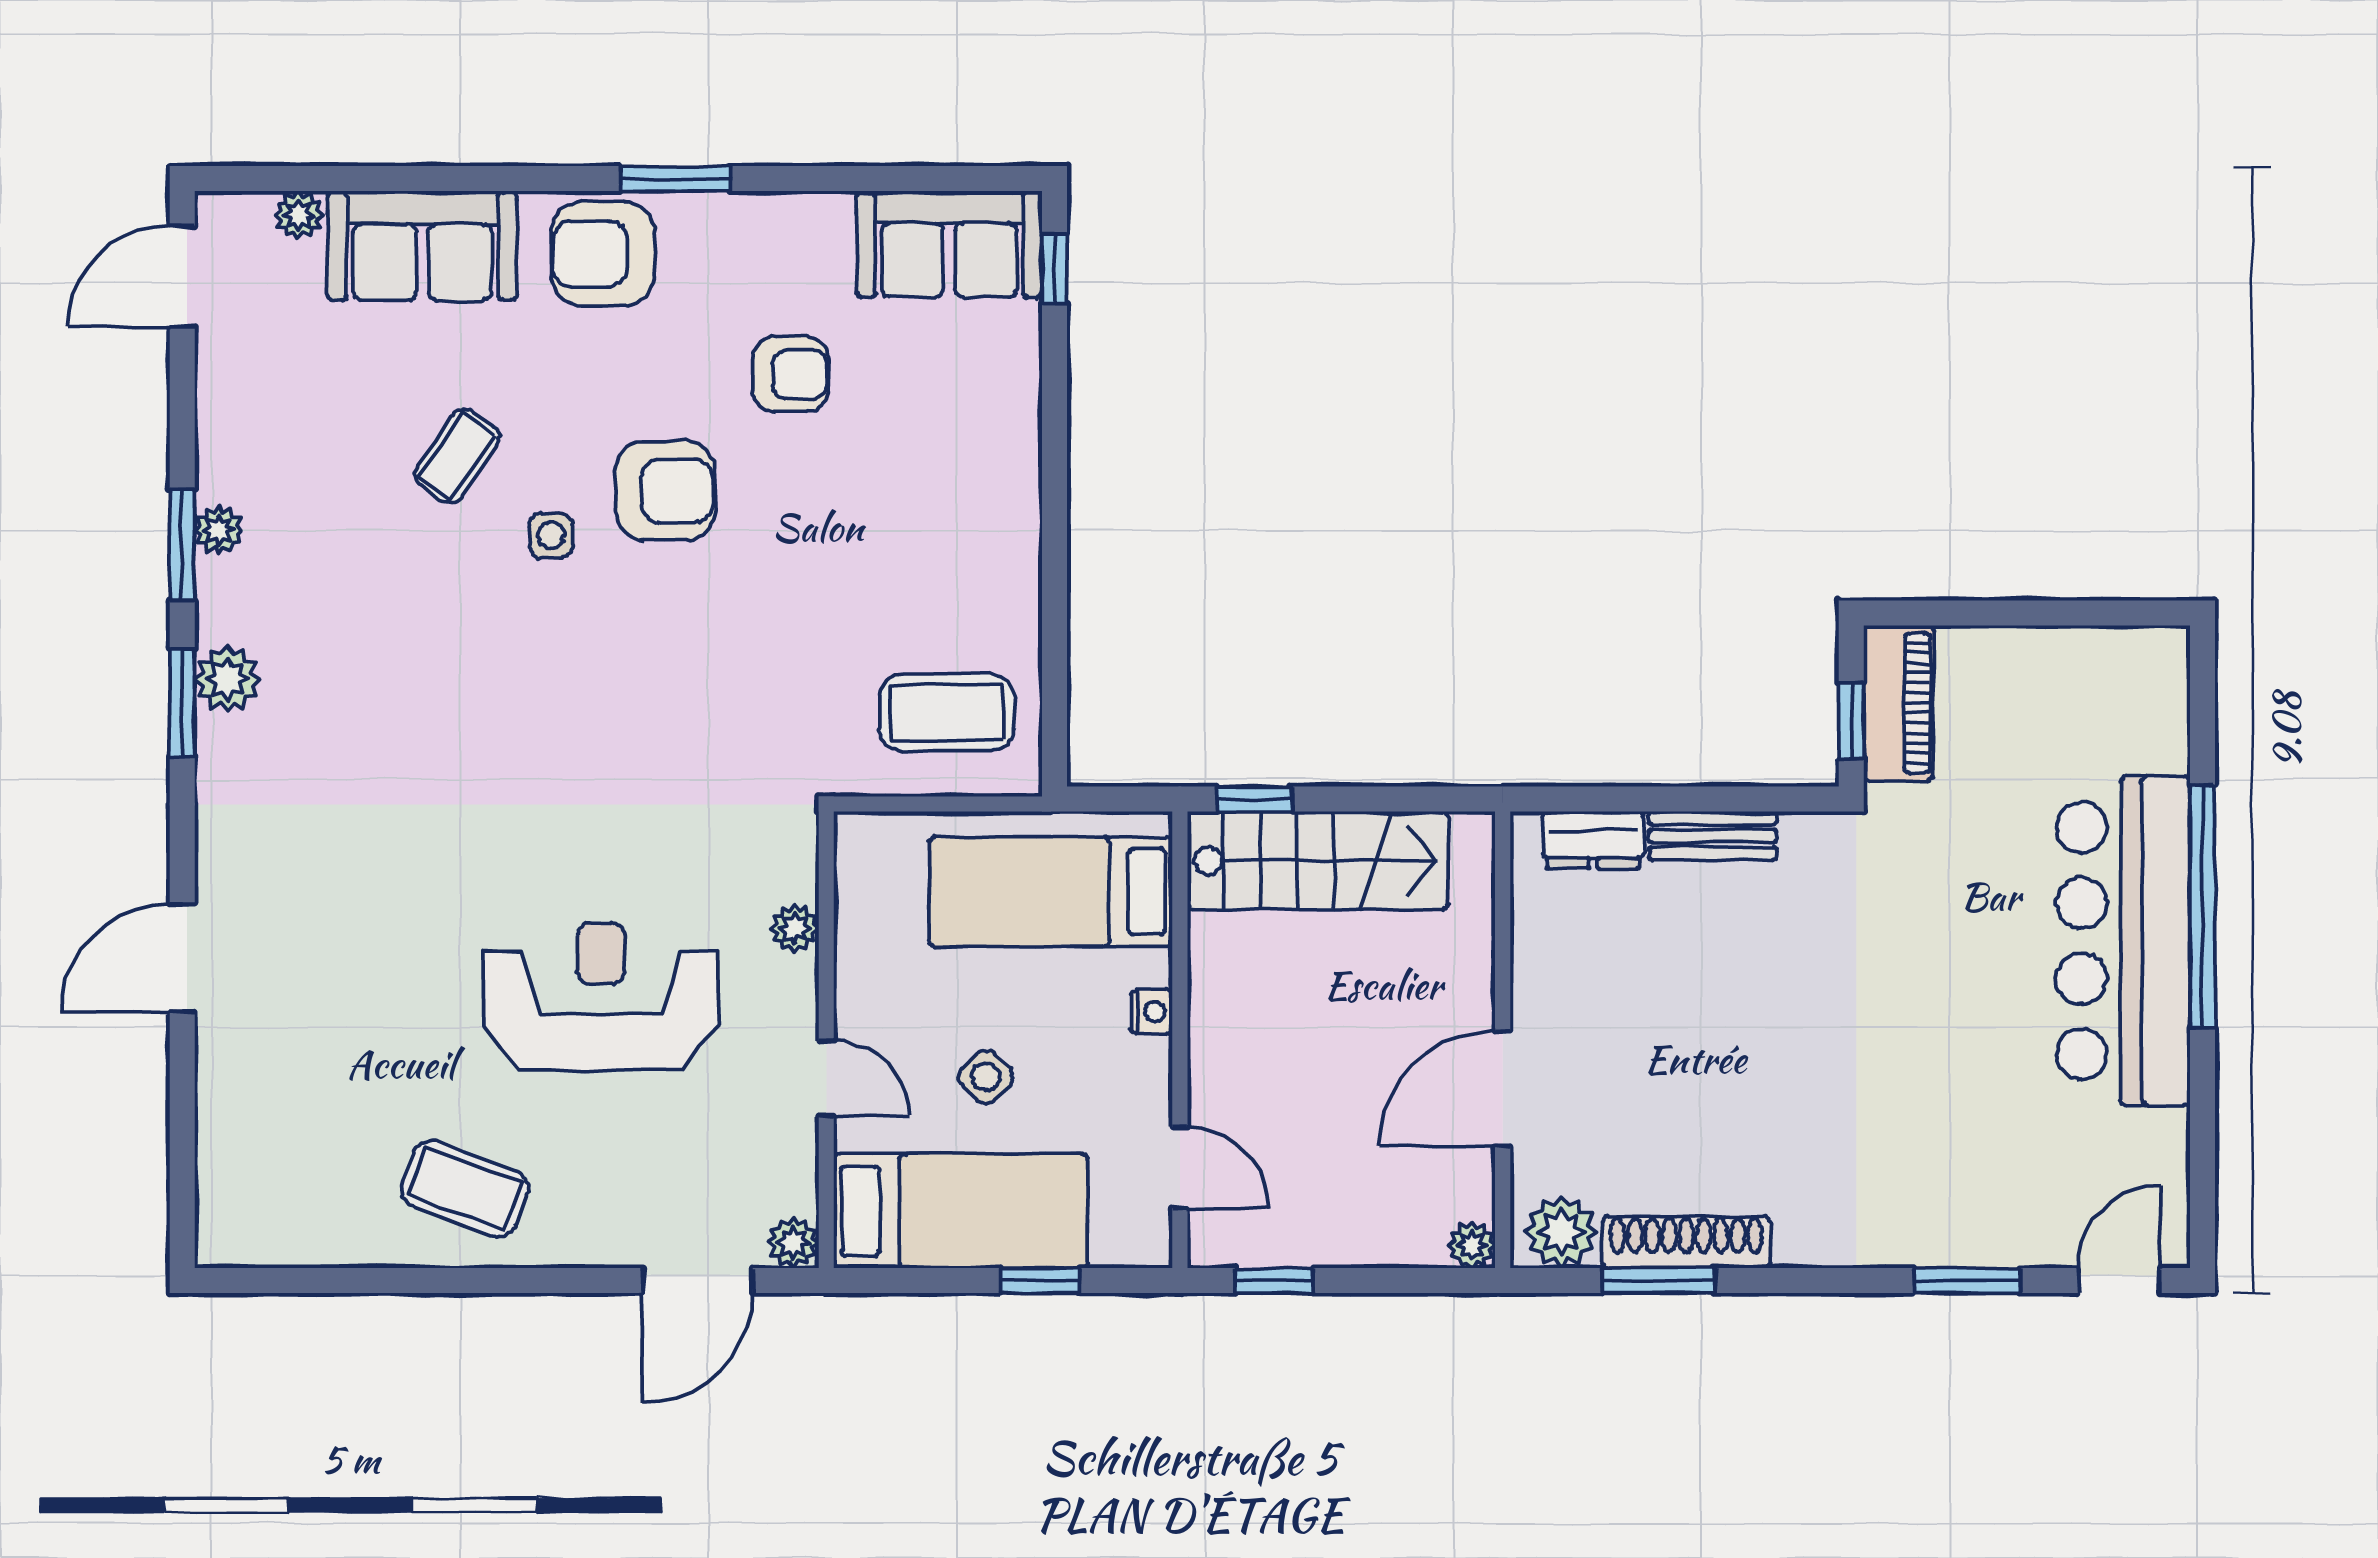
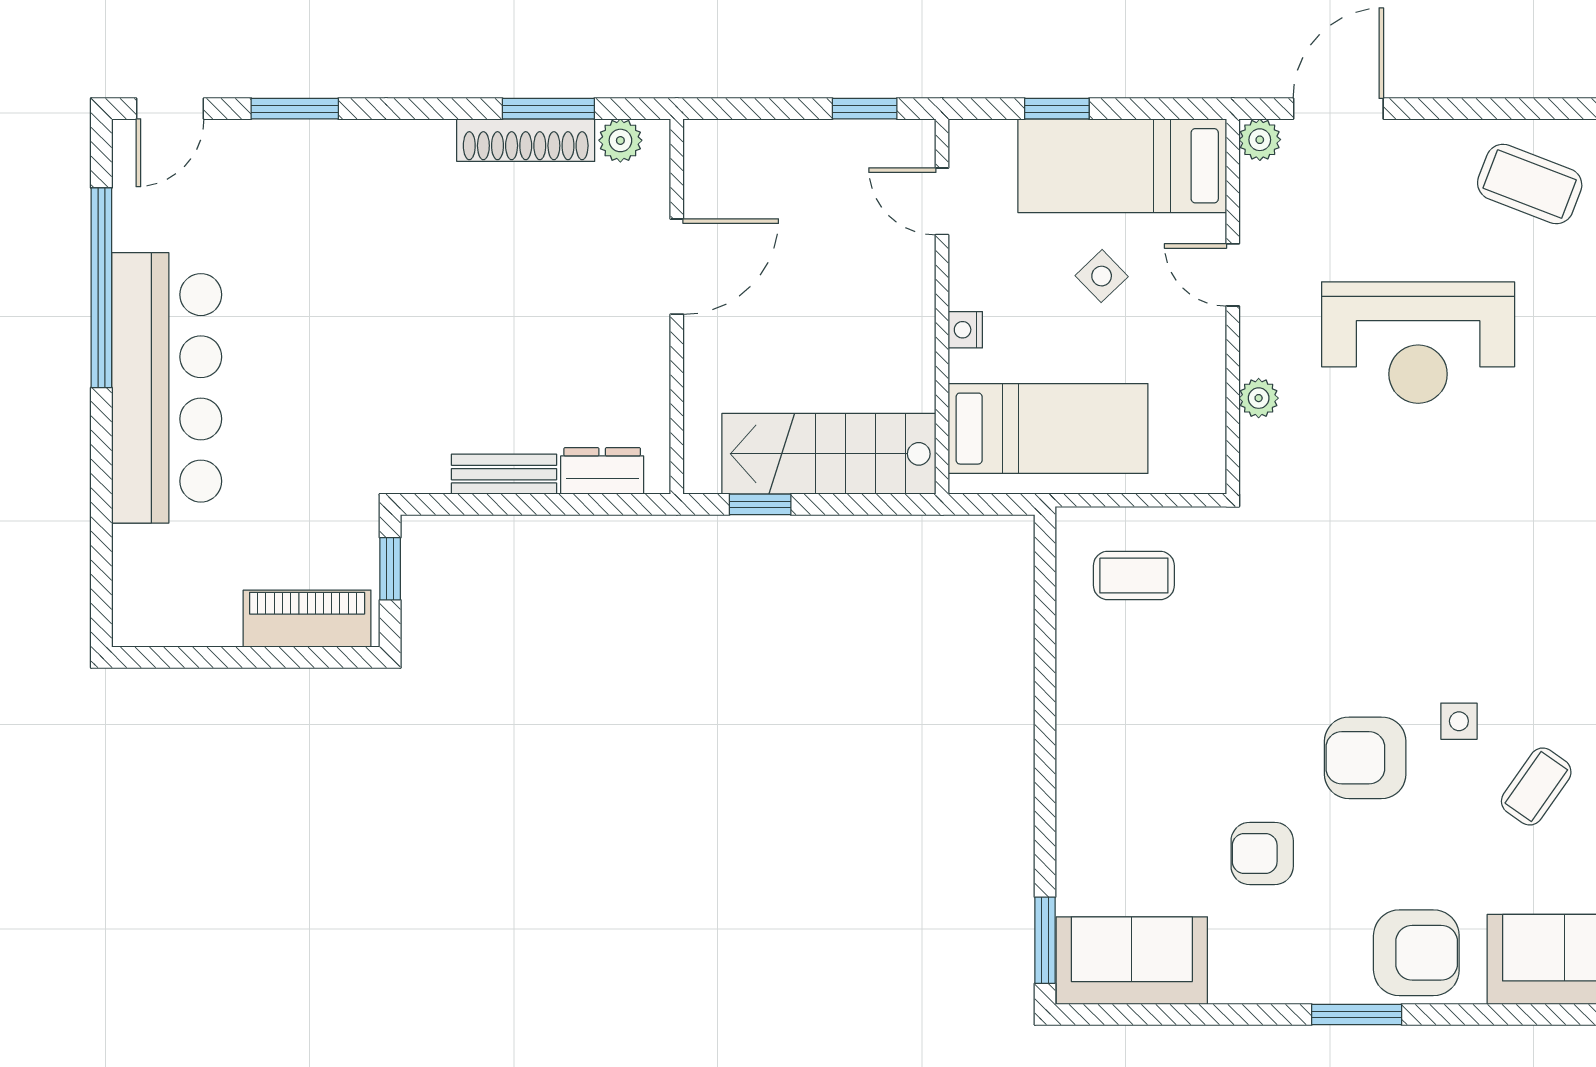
window: (1055, 269) -> (1045, 940), width x1.50
piano: (1898, 703) -> (307, 619), moved, turned 90
coffee table: (946, 713) -> (1134, 575), width x0.73, depth x0.77
window: (1255, 799) -> (760, 504), moved
window: (2202, 907) -> (101, 288), moved
plant: (1561, 1232) -> (620, 140), width x0.73, depth x0.73
plant: (1472, 1245) -> (702, 138), removed

